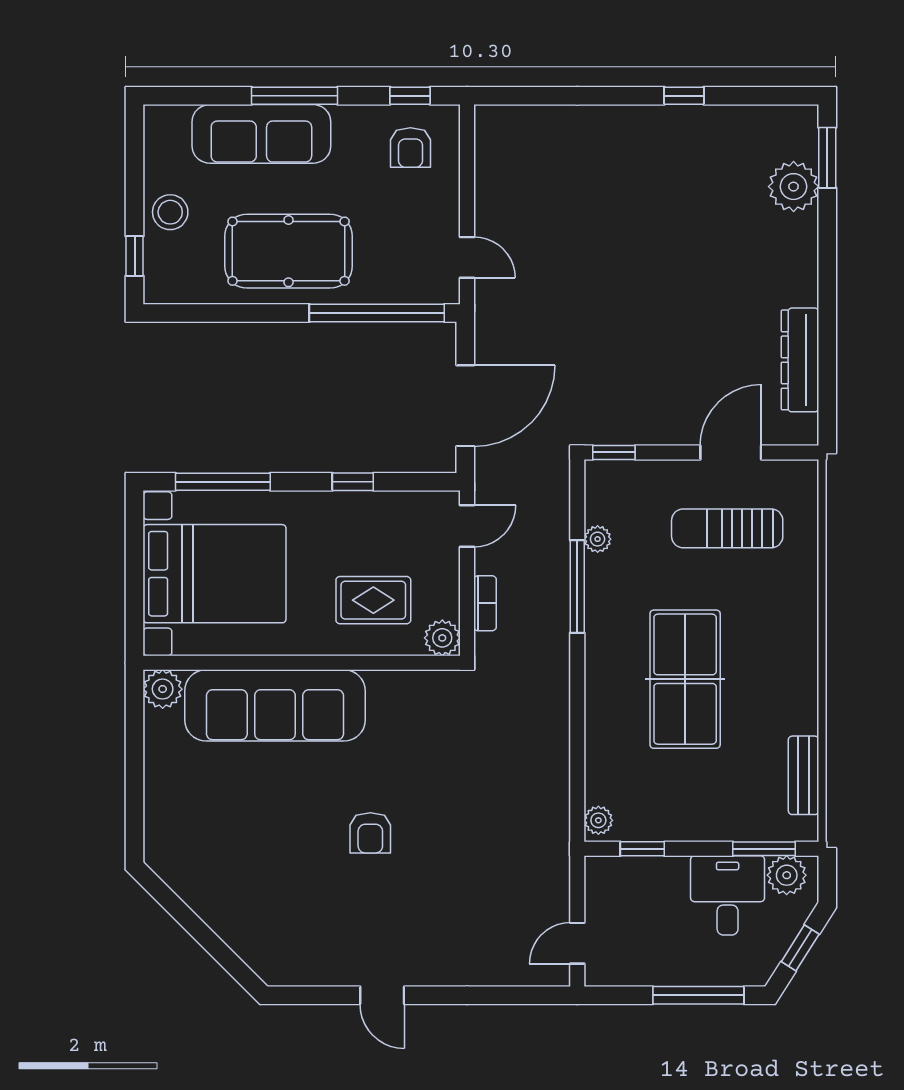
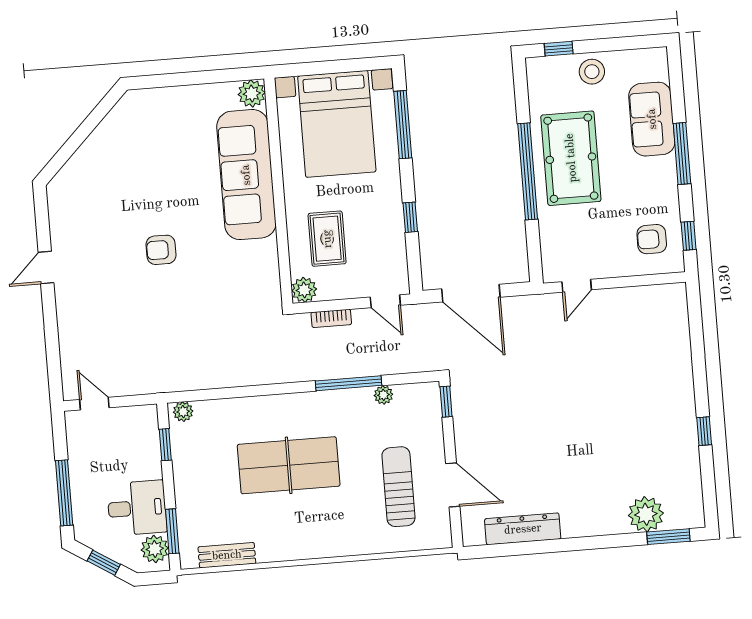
sofa: (261, 134) -> (652, 119), width x0.73
window: (377, 313) -> (528, 171), moved

